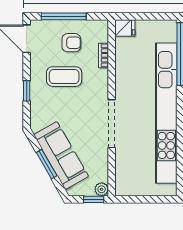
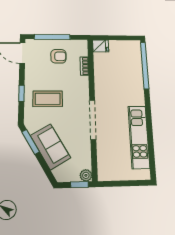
coffee table: (64, 77) -> (48, 99), moved
kitchen unit: (166, 113) -> (139, 137), width x0.54
sofa: (61, 156) -> (50, 147), width x0.73
window: (47, 164) -> (31, 142), moved

